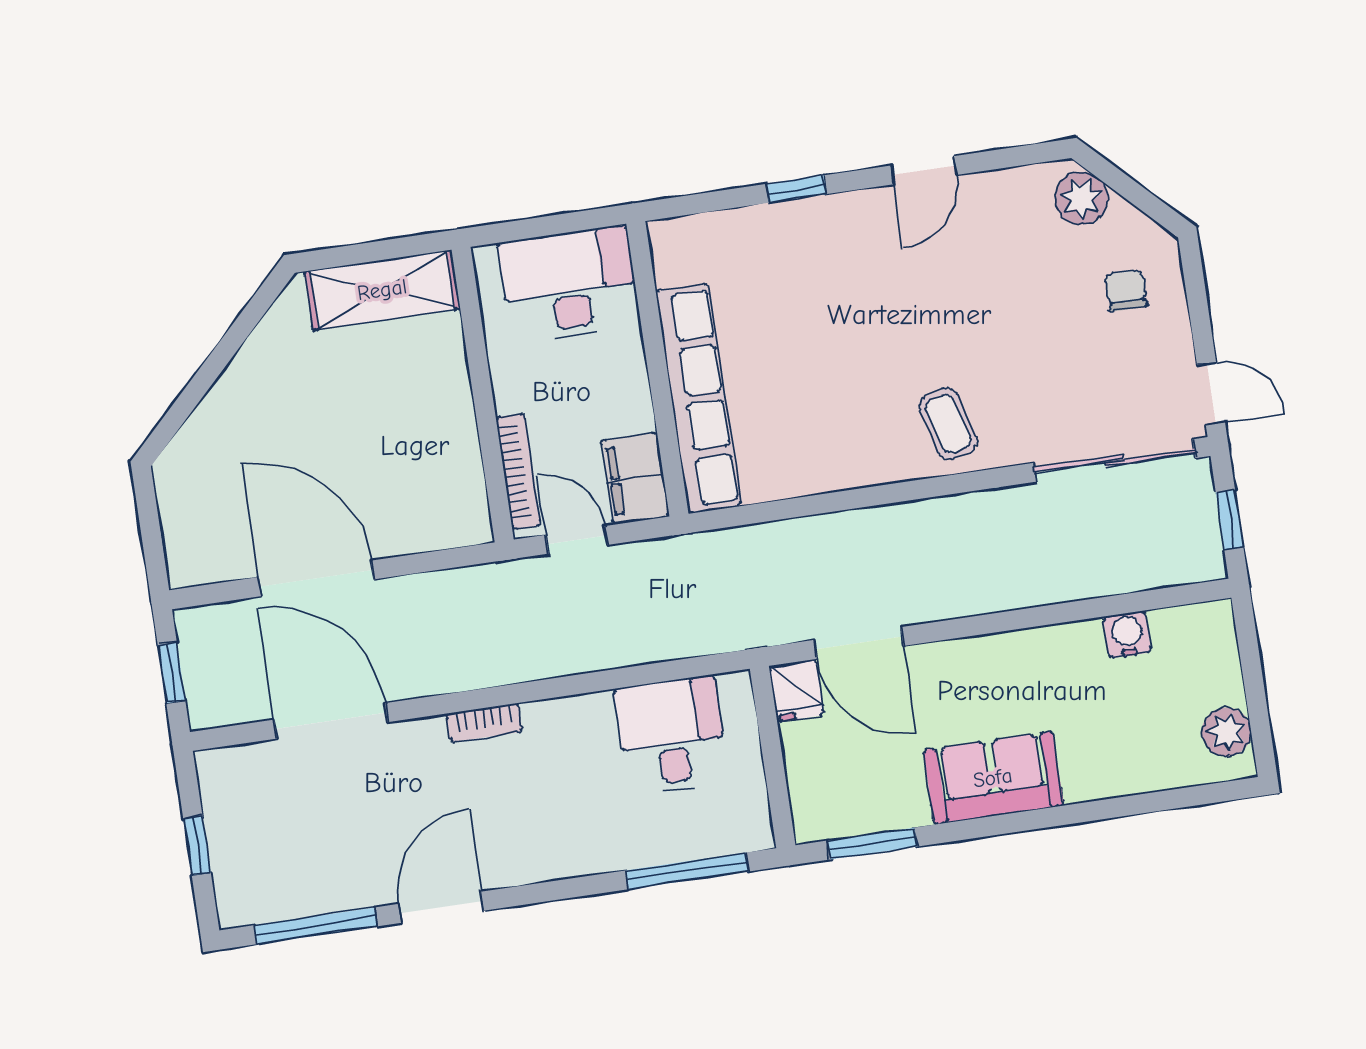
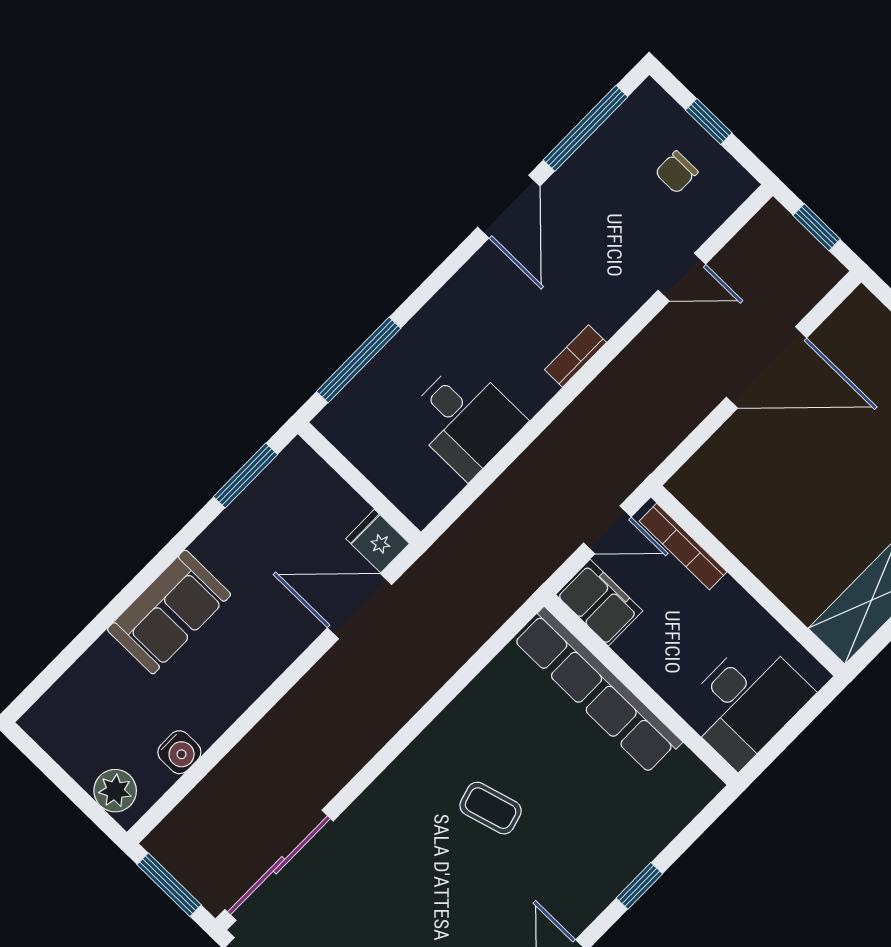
coffee table: (948, 424) -> (491, 808), moved
window: (1230, 519) -> (169, 885), width x1.50
door: (331, 721) -> (682, 277), width x0.53
plant: (1226, 732) -> (115, 791), moved
desk: (671, 736) -> (465, 419), moved
sofa: (993, 778) -> (169, 612), moved
chair: (262, 822) -> (677, 172), added

